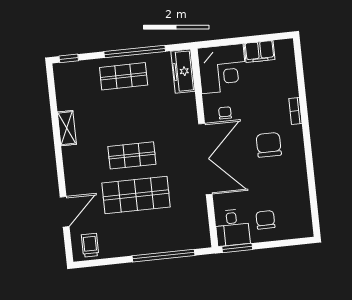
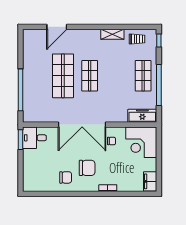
filing cabinet: (260, 51) -> (150, 181), moved
door: (65, 212) -> (57, 27), hinge flipped
chair: (265, 220) -> (66, 177), moved
trolley: (90, 245) -> (137, 39), moved

